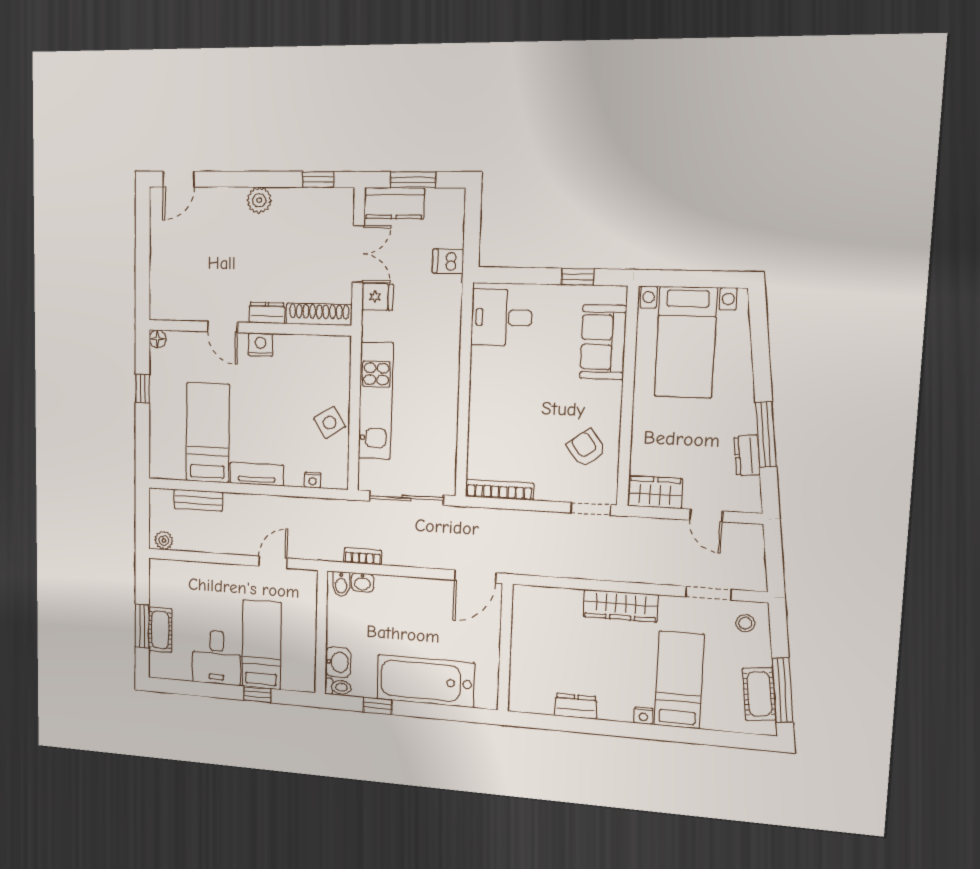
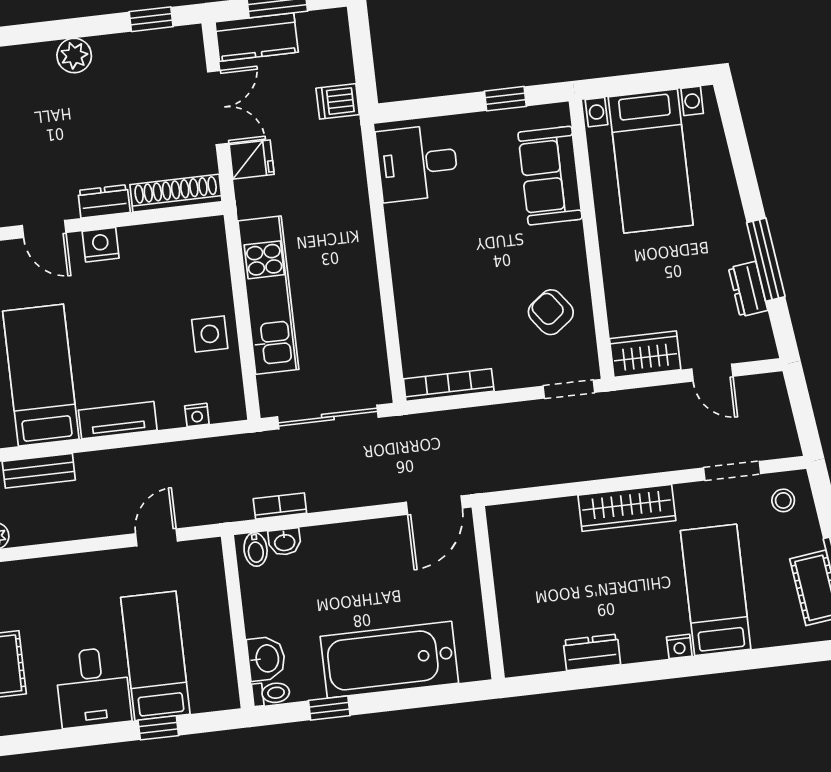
side table: (330, 423) -> (210, 334), turned 33

